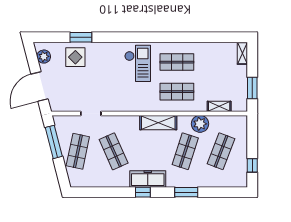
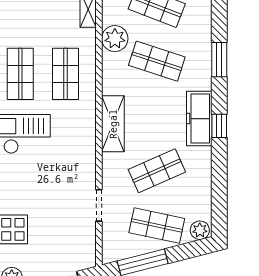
shelving: (158, 123) -> (113, 124), moved
plant: (75, 179) -> (200, 230), added

